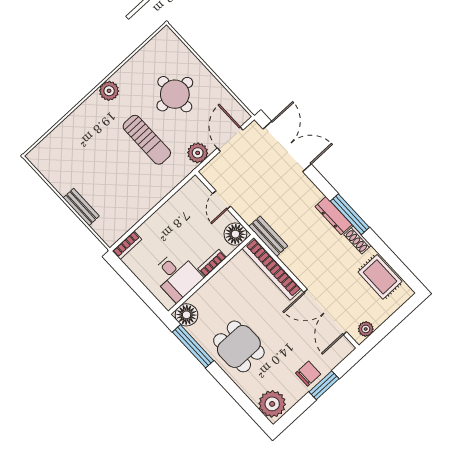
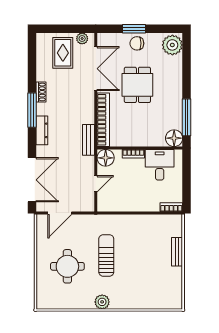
double door: (287, 146) -> (32, 180), swing flipped
plant: (198, 153) -> (85, 222), removed
dresser: (334, 216) -> (42, 130), moved
rug: (380, 277) -> (63, 53), moved
dining table: (239, 346) -> (137, 85), moved

